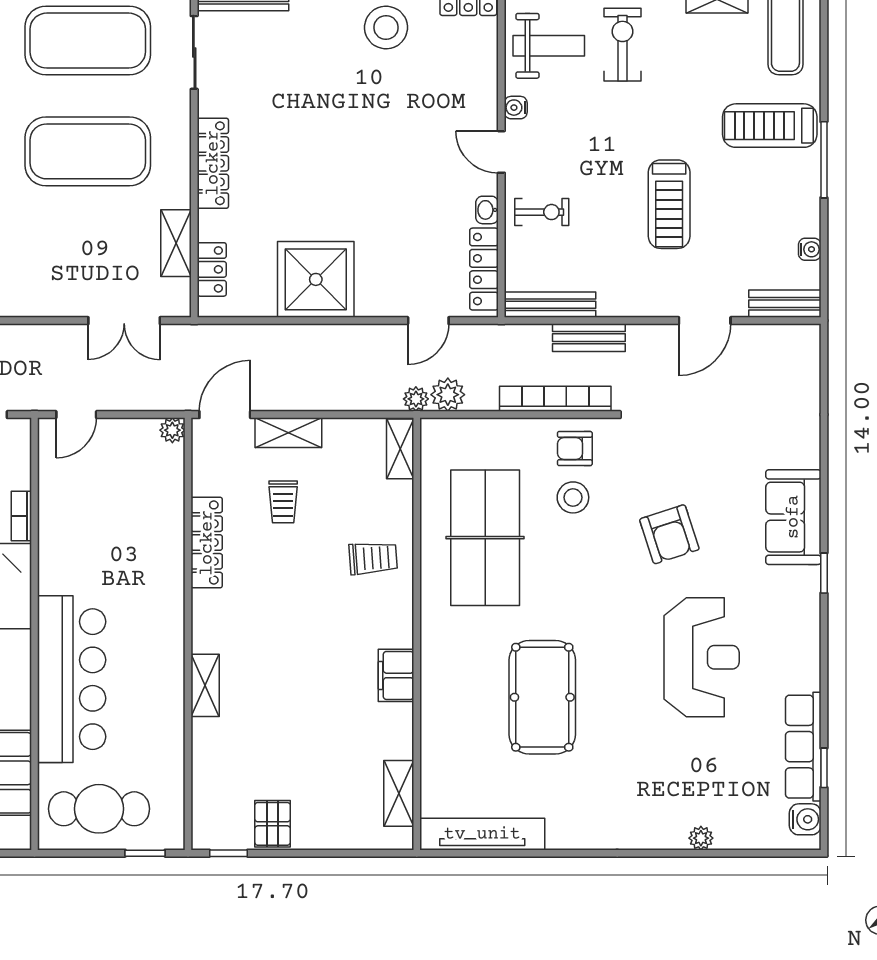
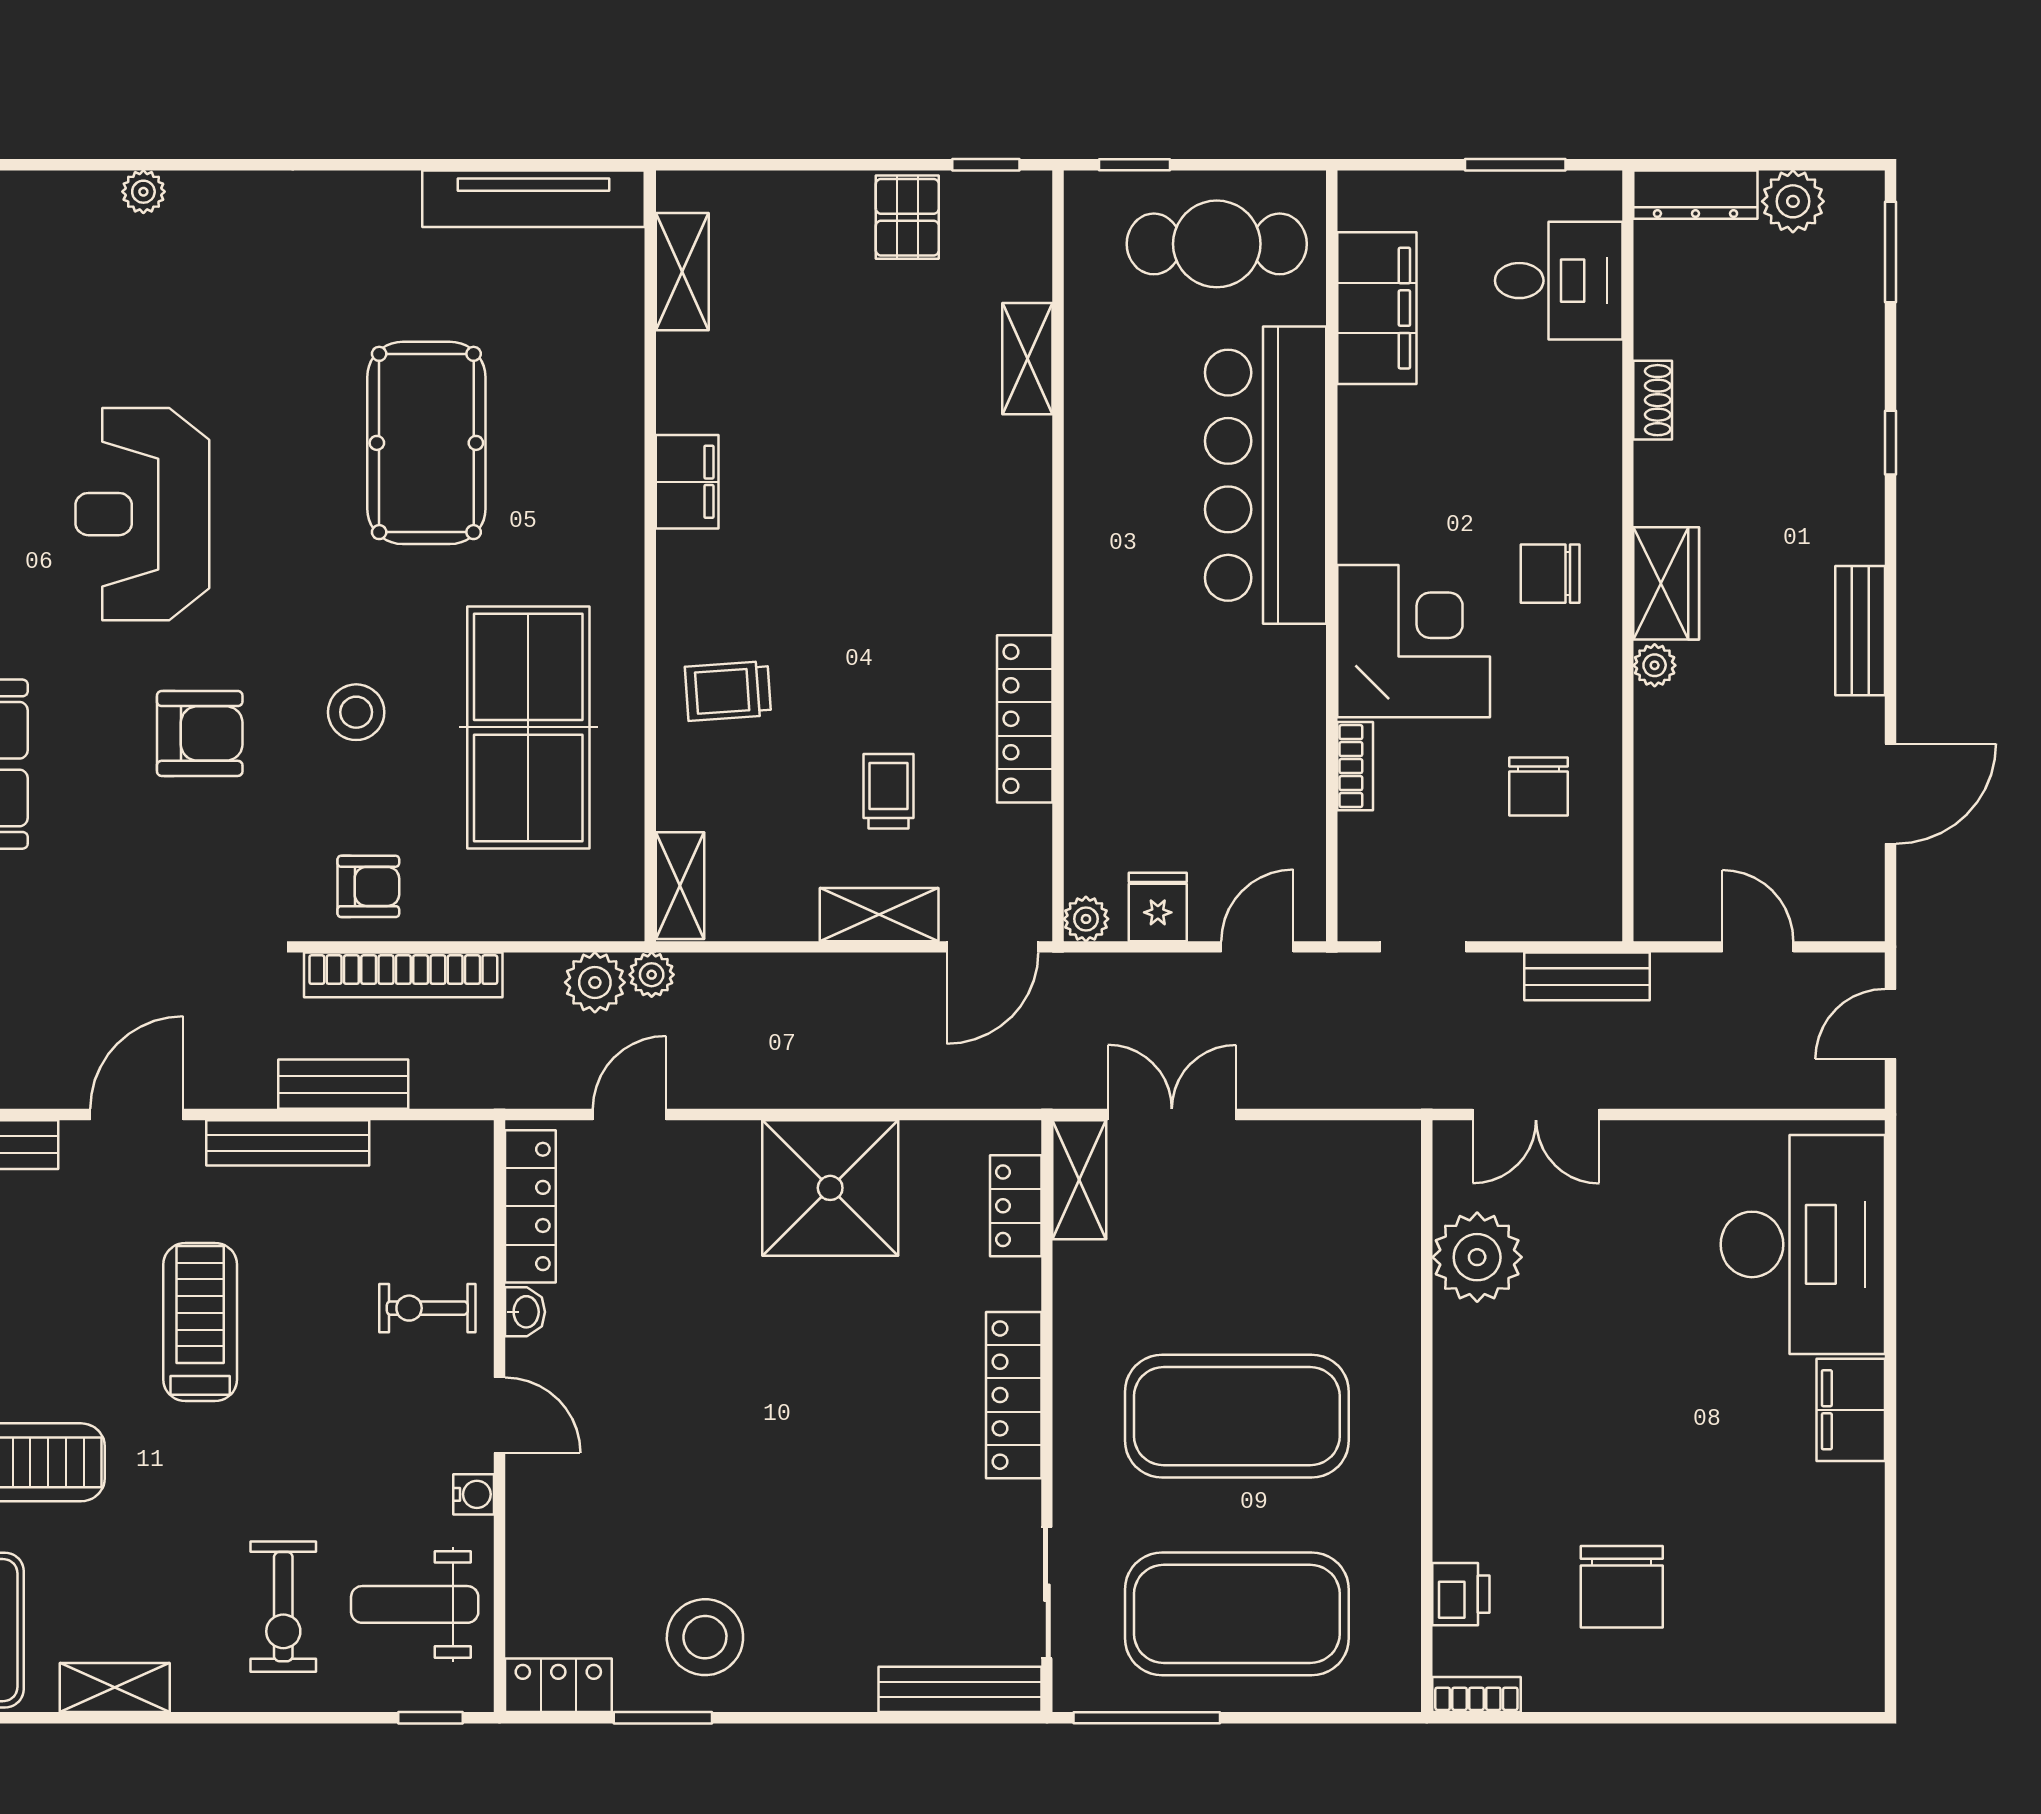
shelving: (176, 243) -> (1079, 1180), moved
bench: (550, 305) -> (288, 1143), moved
fridge: (132, 437) -> (1158, 907), added
stool: (573, 497) -> (356, 712), moved
armchair: (669, 534) -> (200, 733), turned 108
shelving: (205, 685) -> (1027, 359), moved

